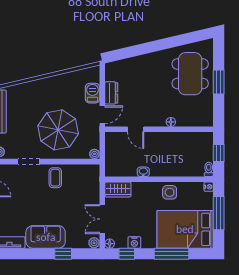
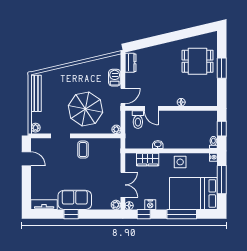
dining table: (190, 74) -> (198, 61), width x0.73
dresser: (111, 93) -> (131, 63), moved
toilet: (120, 142) -> (138, 120), added
wardrobe: (118, 190) -> (148, 160), moved
double door: (102, 219) -> (123, 185), swing flipped
window: (63, 254) -> (71, 214), moved

